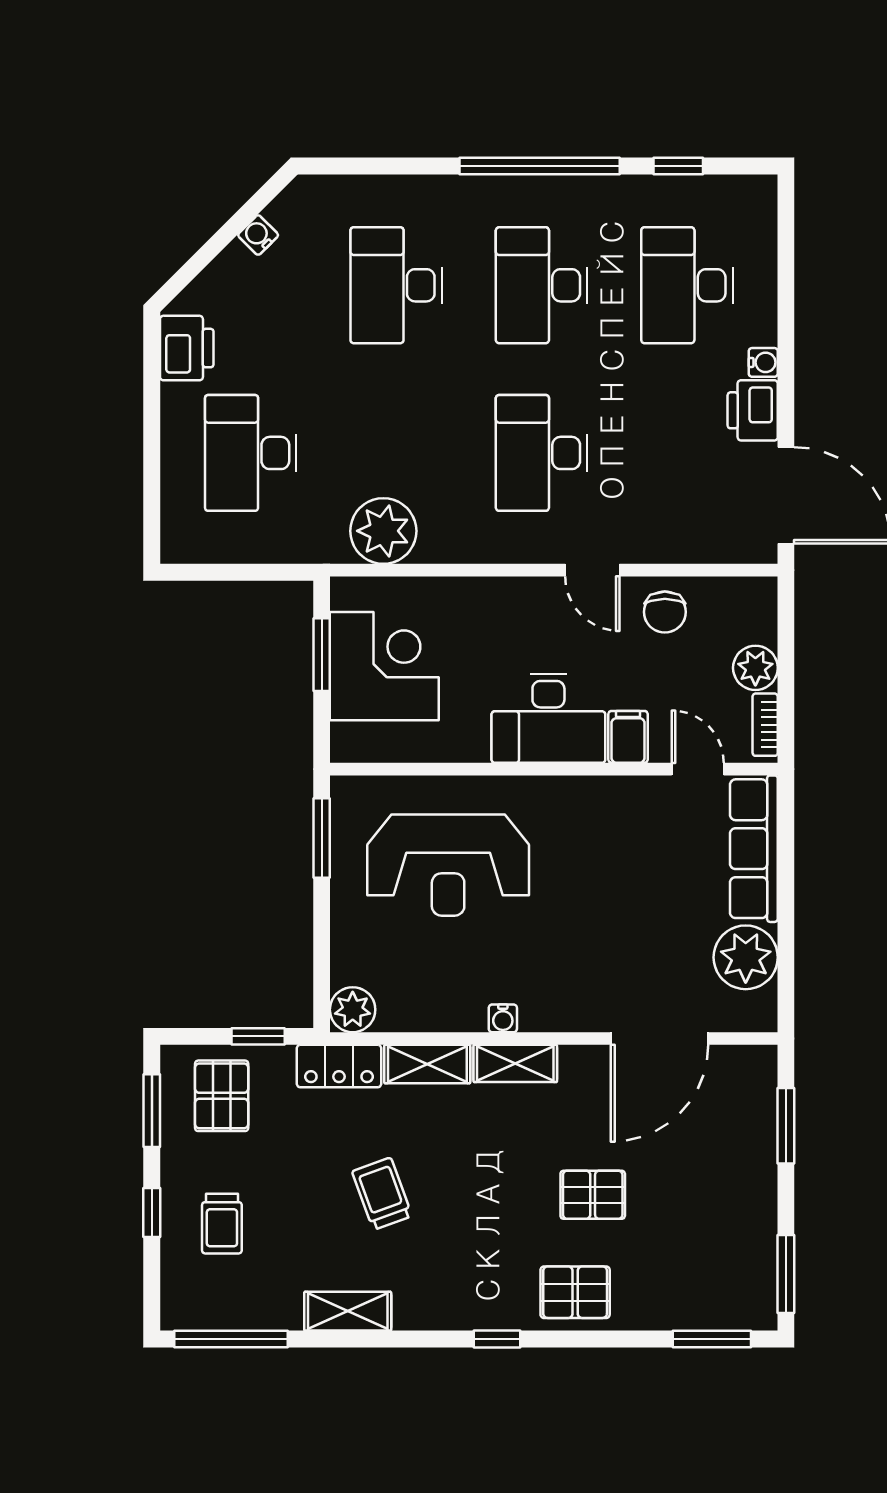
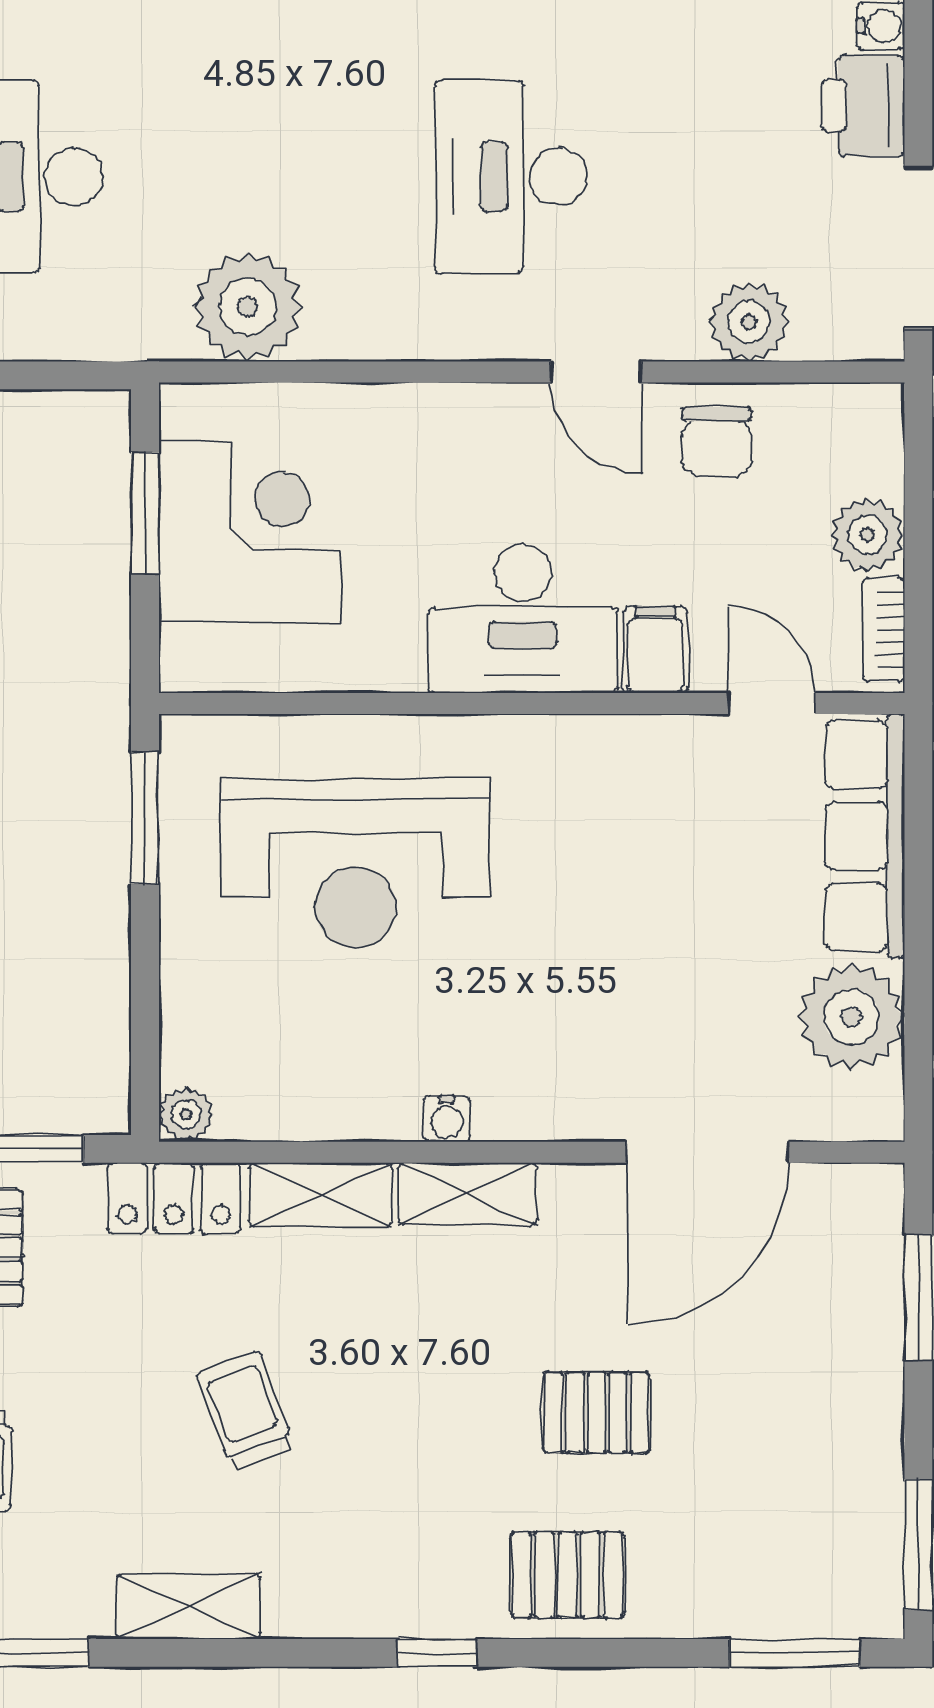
plant: (684, 540) -> (749, 322), added
plant: (353, 1010) -> (186, 1115), width x0.73, depth x0.73

